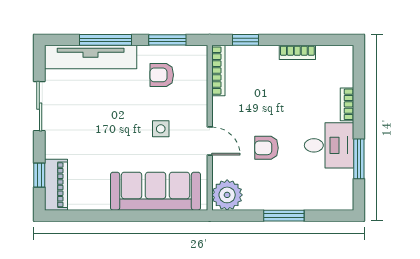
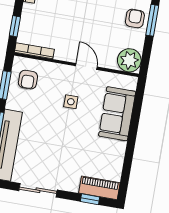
armchair: (162, 75) -> (28, 80), moved
door: (210, 141) -> (86, 66), hinge flipped
armchair: (266, 148) -> (135, 19), moved, turned 180
sofa: (156, 191) -> (117, 114), width x0.73

